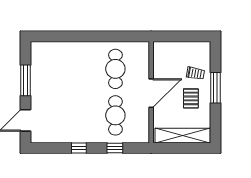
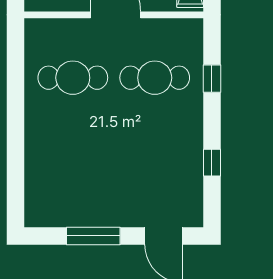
window: (79, 148) -> (212, 163), moved

